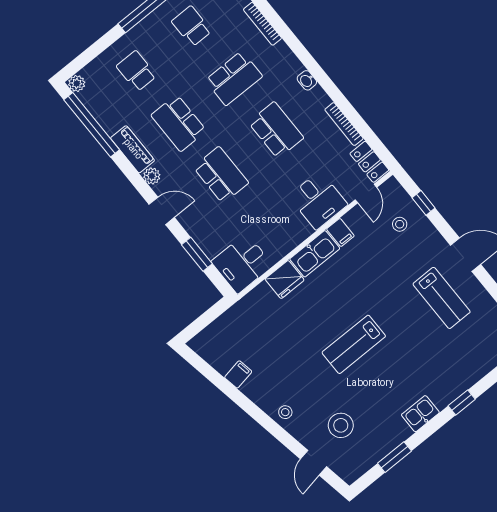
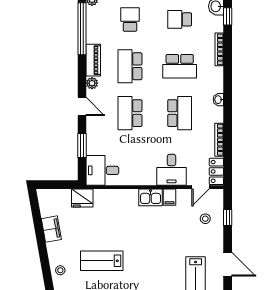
school desk: (192, 26) -> (180, 19), turned -90
school desk: (221, 175) -> (130, 113), turned 180
kitchen sink: (315, 254) -> (151, 197), width x0.73
fridge: (285, 280) -> (82, 198), moved
lab bench: (354, 344) -> (102, 261), moved
filing cabinet: (238, 374) -> (51, 229), width x2.00

